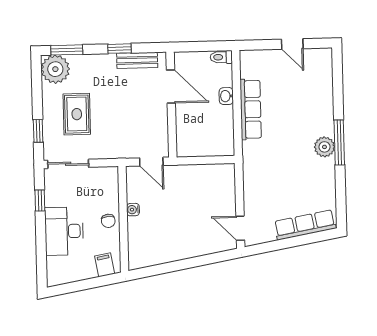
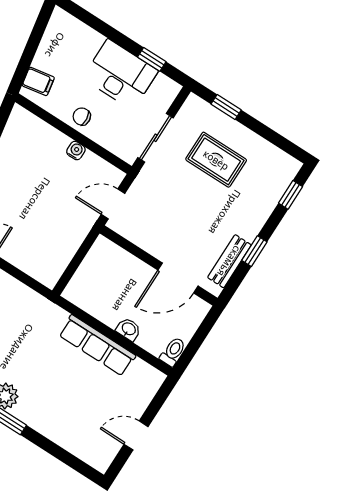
window: (67, 50) -> (291, 195), width x0.67
plant: (55, 69) -> (278, 169), removed
sliding door: (68, 164) -> (156, 138), moved
desk: (64, 231) -> (120, 74), moved

